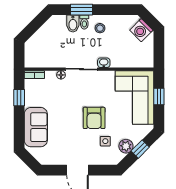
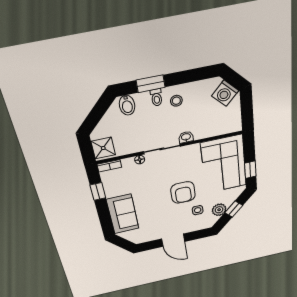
bidet: (73, 24) -> (127, 105), moved
shower: (33, 57) -> (103, 148), added
window: (159, 97) -> (250, 170), moved

